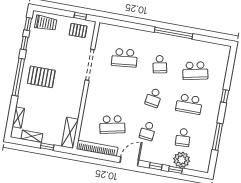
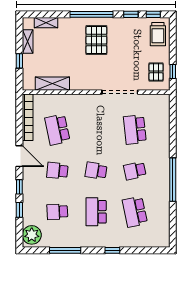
shelving: (70, 133) -> (52, 84), moved
plant: (182, 160) -> (32, 235), moved

